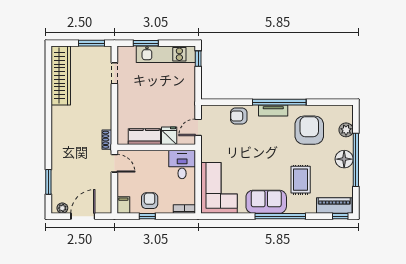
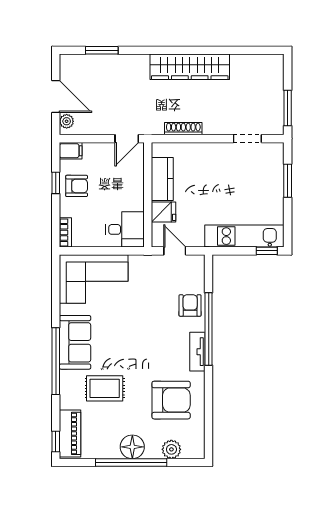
kitchen unit: (166, 54) -> (244, 236), moved, turned 90
wardrobe: (61, 75) -> (190, 67), moved
window: (279, 102) -> (209, 329), moved
shoe rack: (107, 140) -> (183, 129), moved, width x1.43
plant: (62, 208) -> (67, 121), moved

